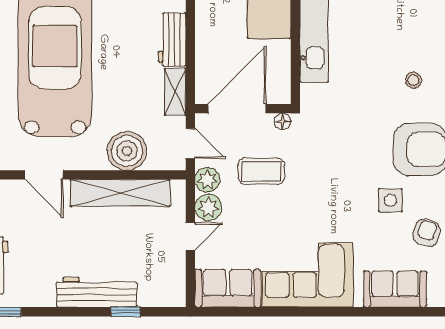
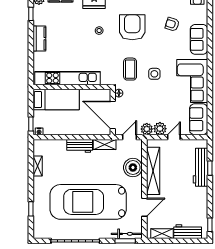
coffee table: (261, 171) -> (130, 69), moved
side table: (391, 200) -> (154, 74), moved
door: (190, 236) -> (174, 137), hinge flipped
workbench: (97, 292) -> (201, 167), moved

